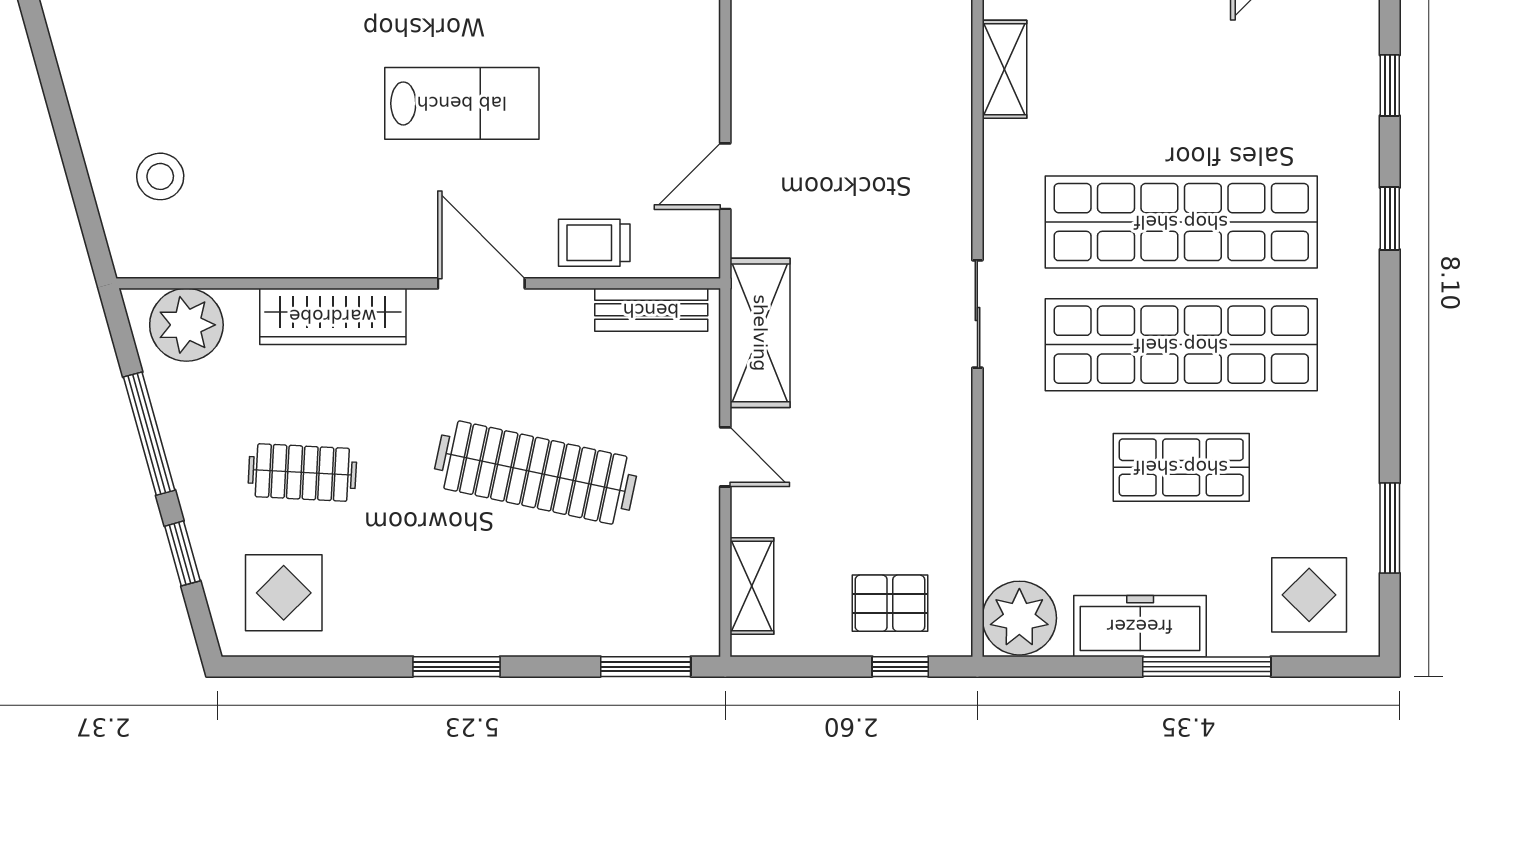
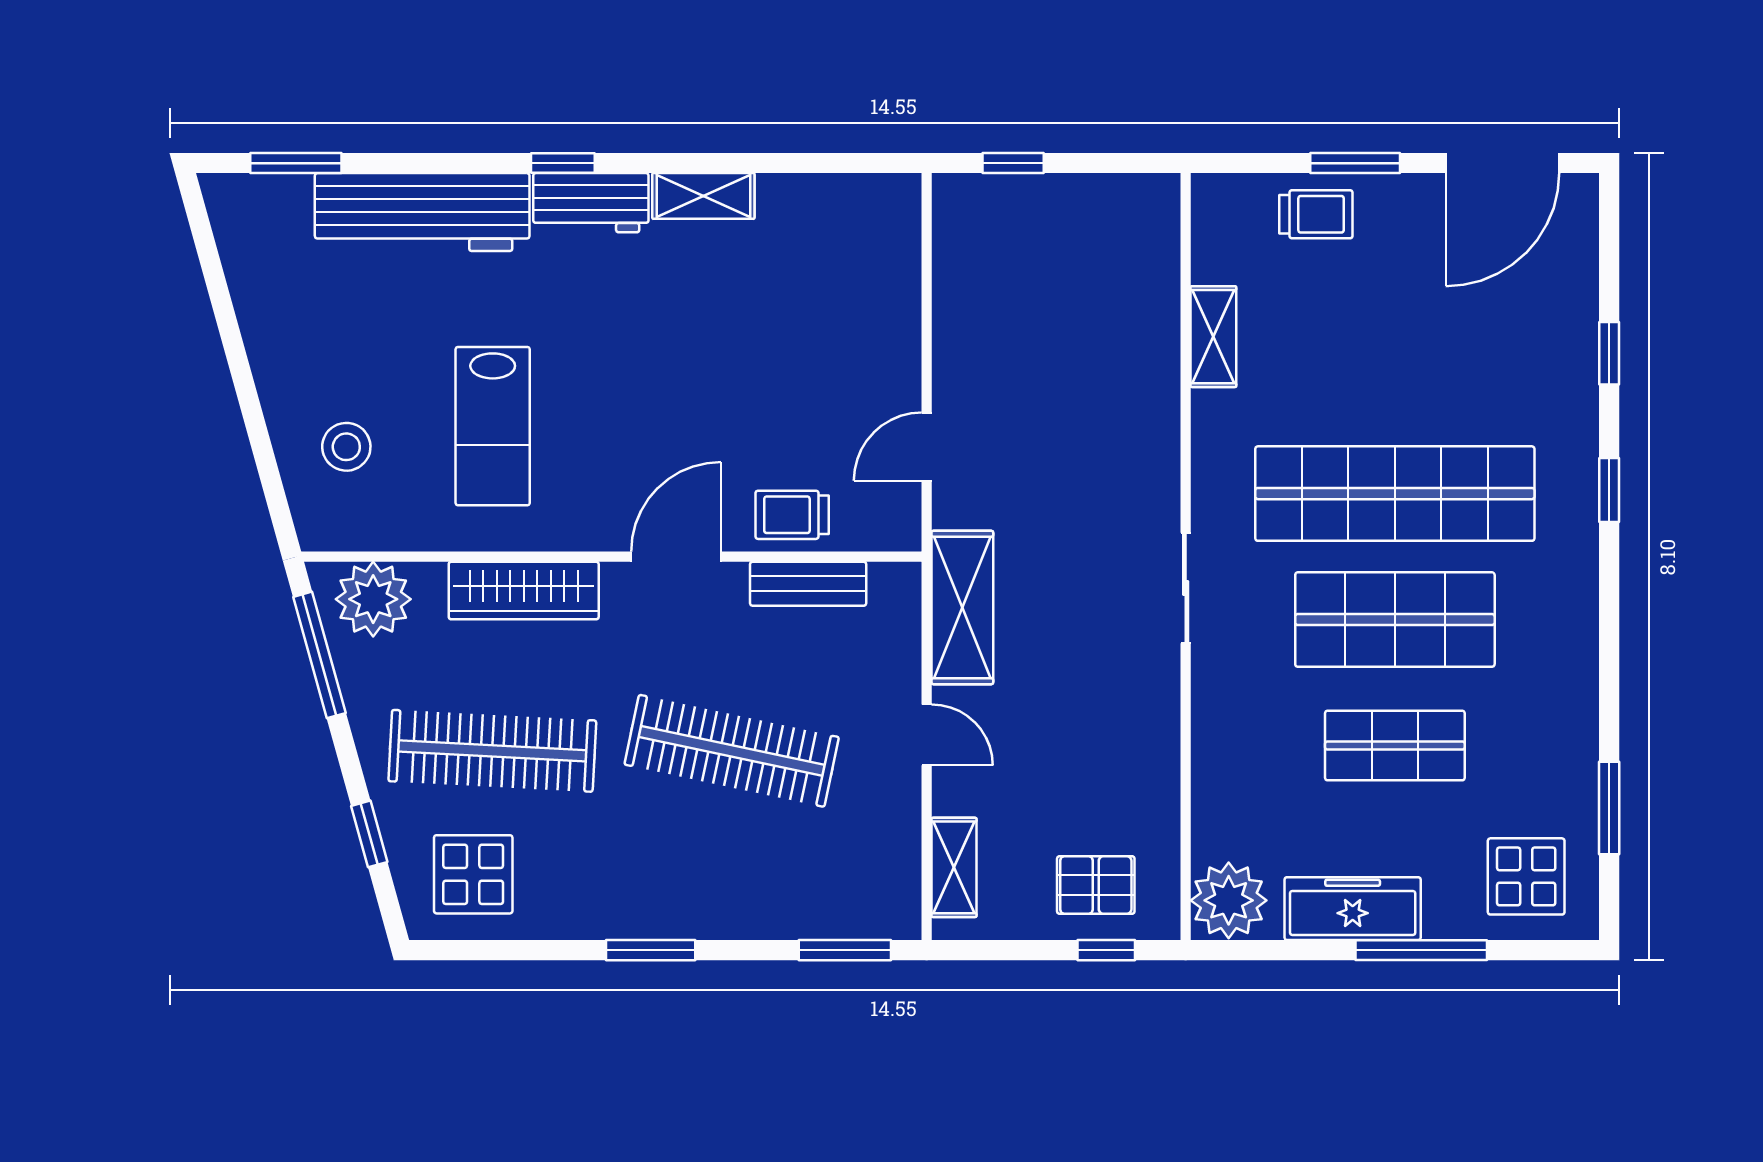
lab bench: (462, 103) -> (493, 426), moved, turned 90
door: (481, 283) -> (676, 557), hinge flipped
bench: (651, 310) -> (808, 584), moved
shop shelf: (1181, 345) -> (1395, 620), width x0.71
window: (149, 434) -> (319, 655), moved
clothes rail: (302, 473) -> (492, 751), width x1.86, depth x1.31

